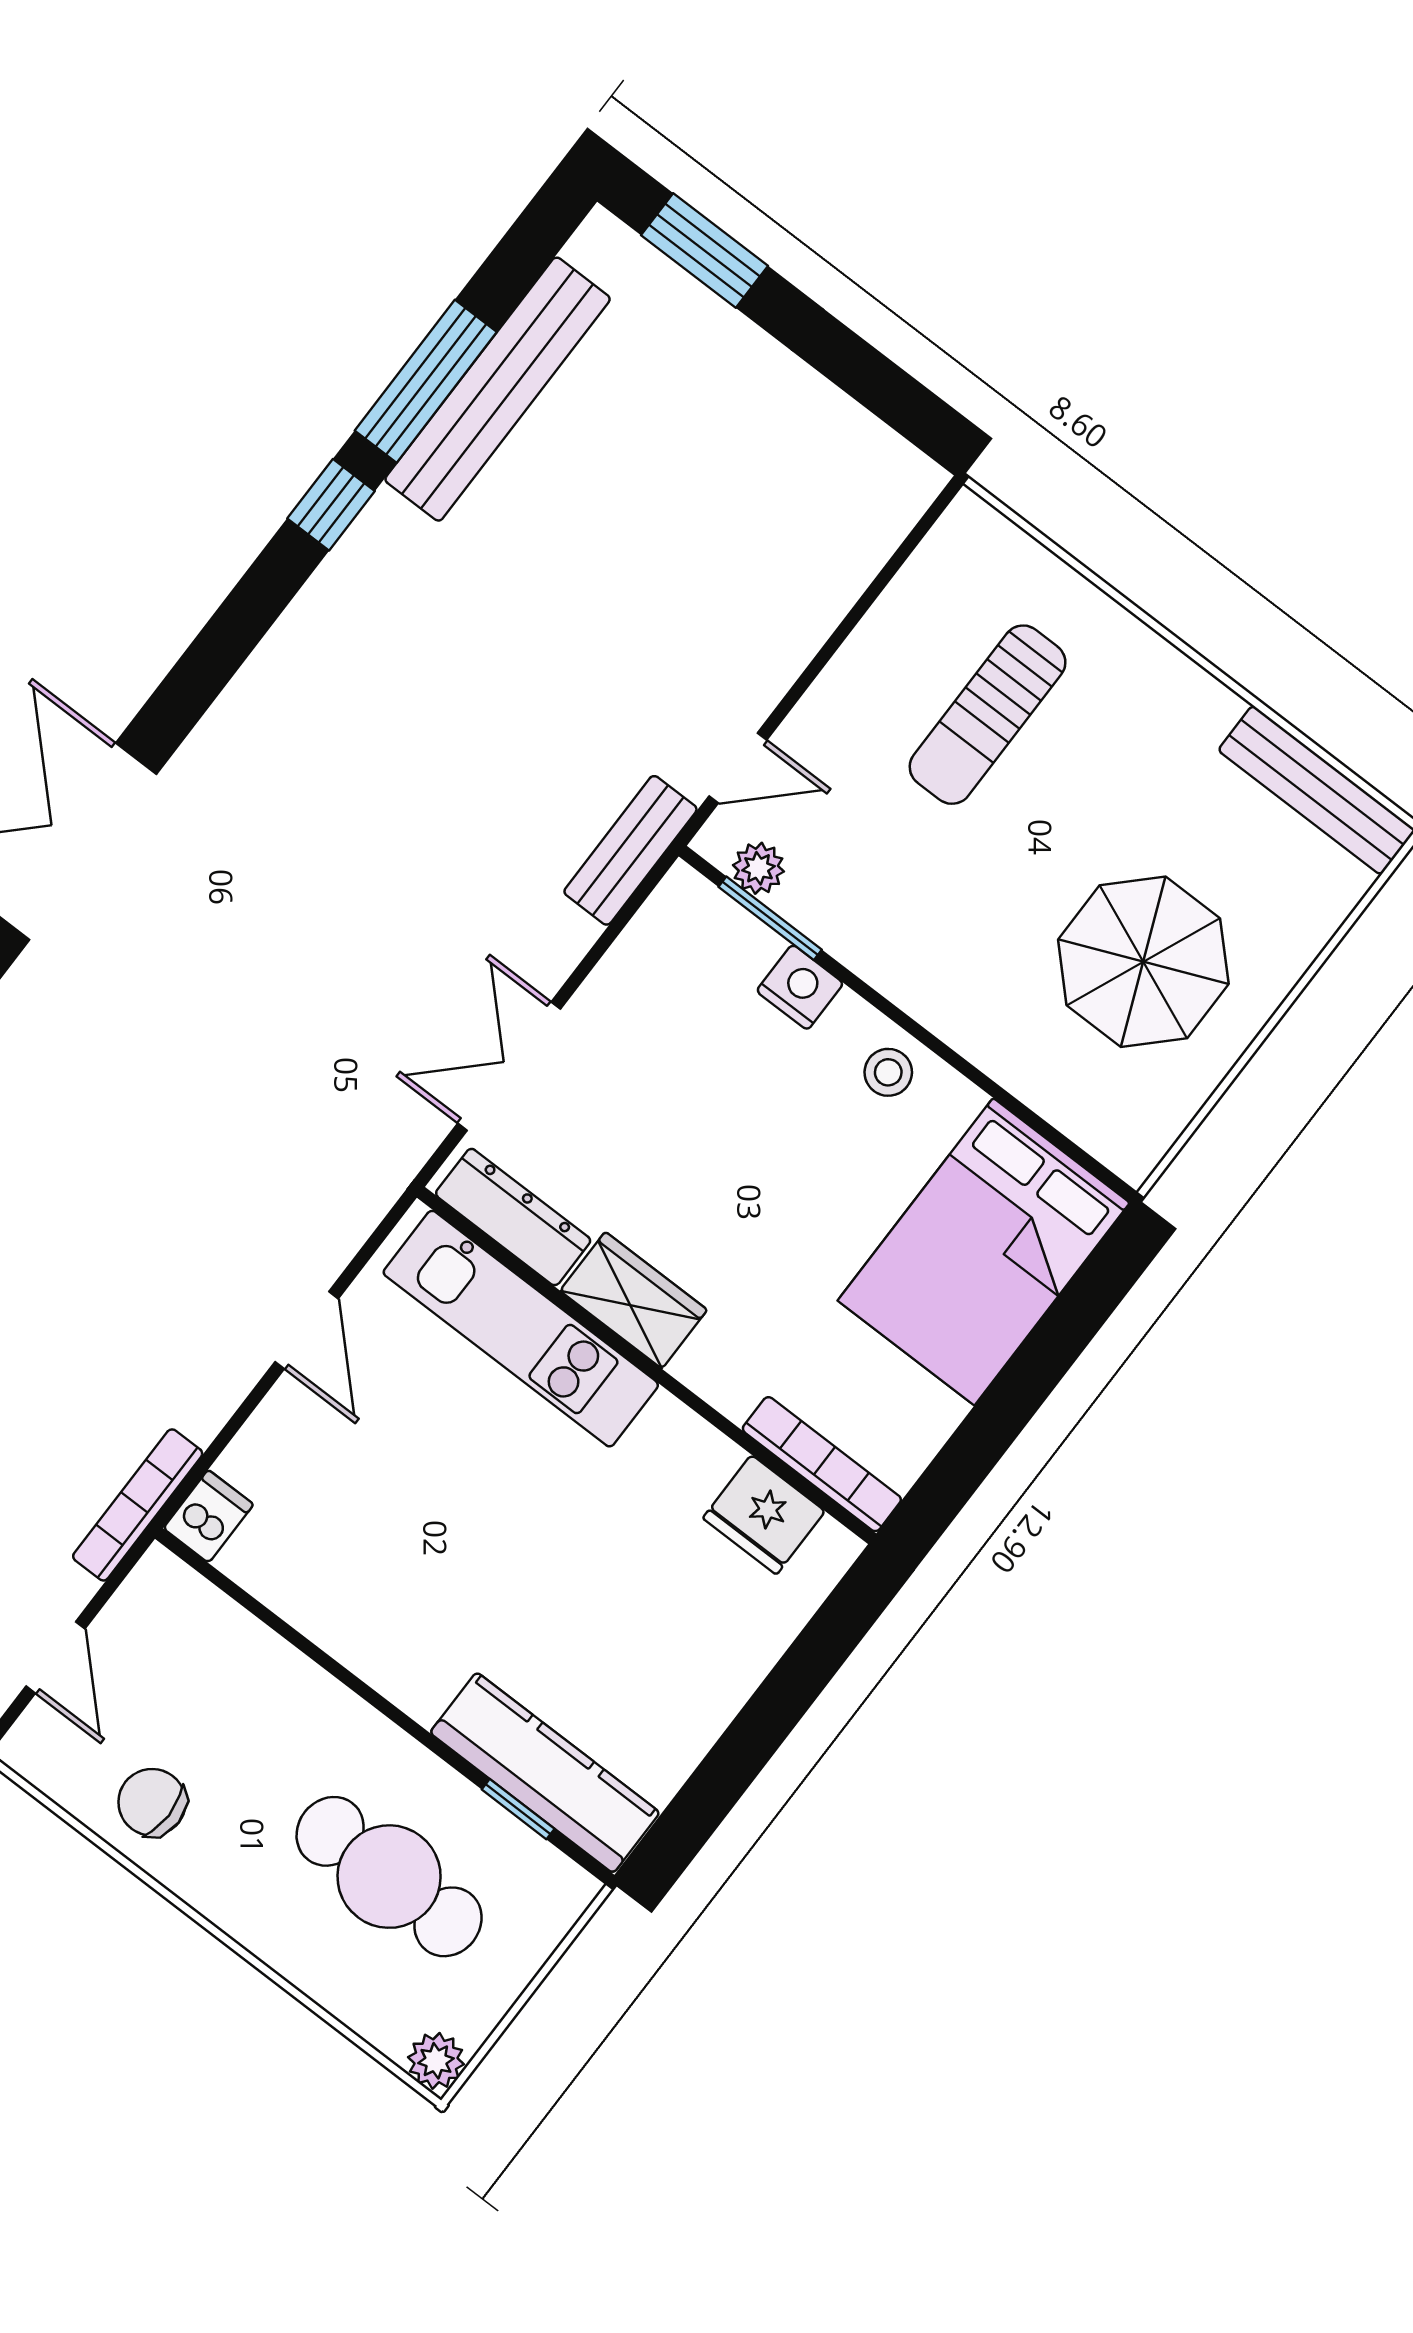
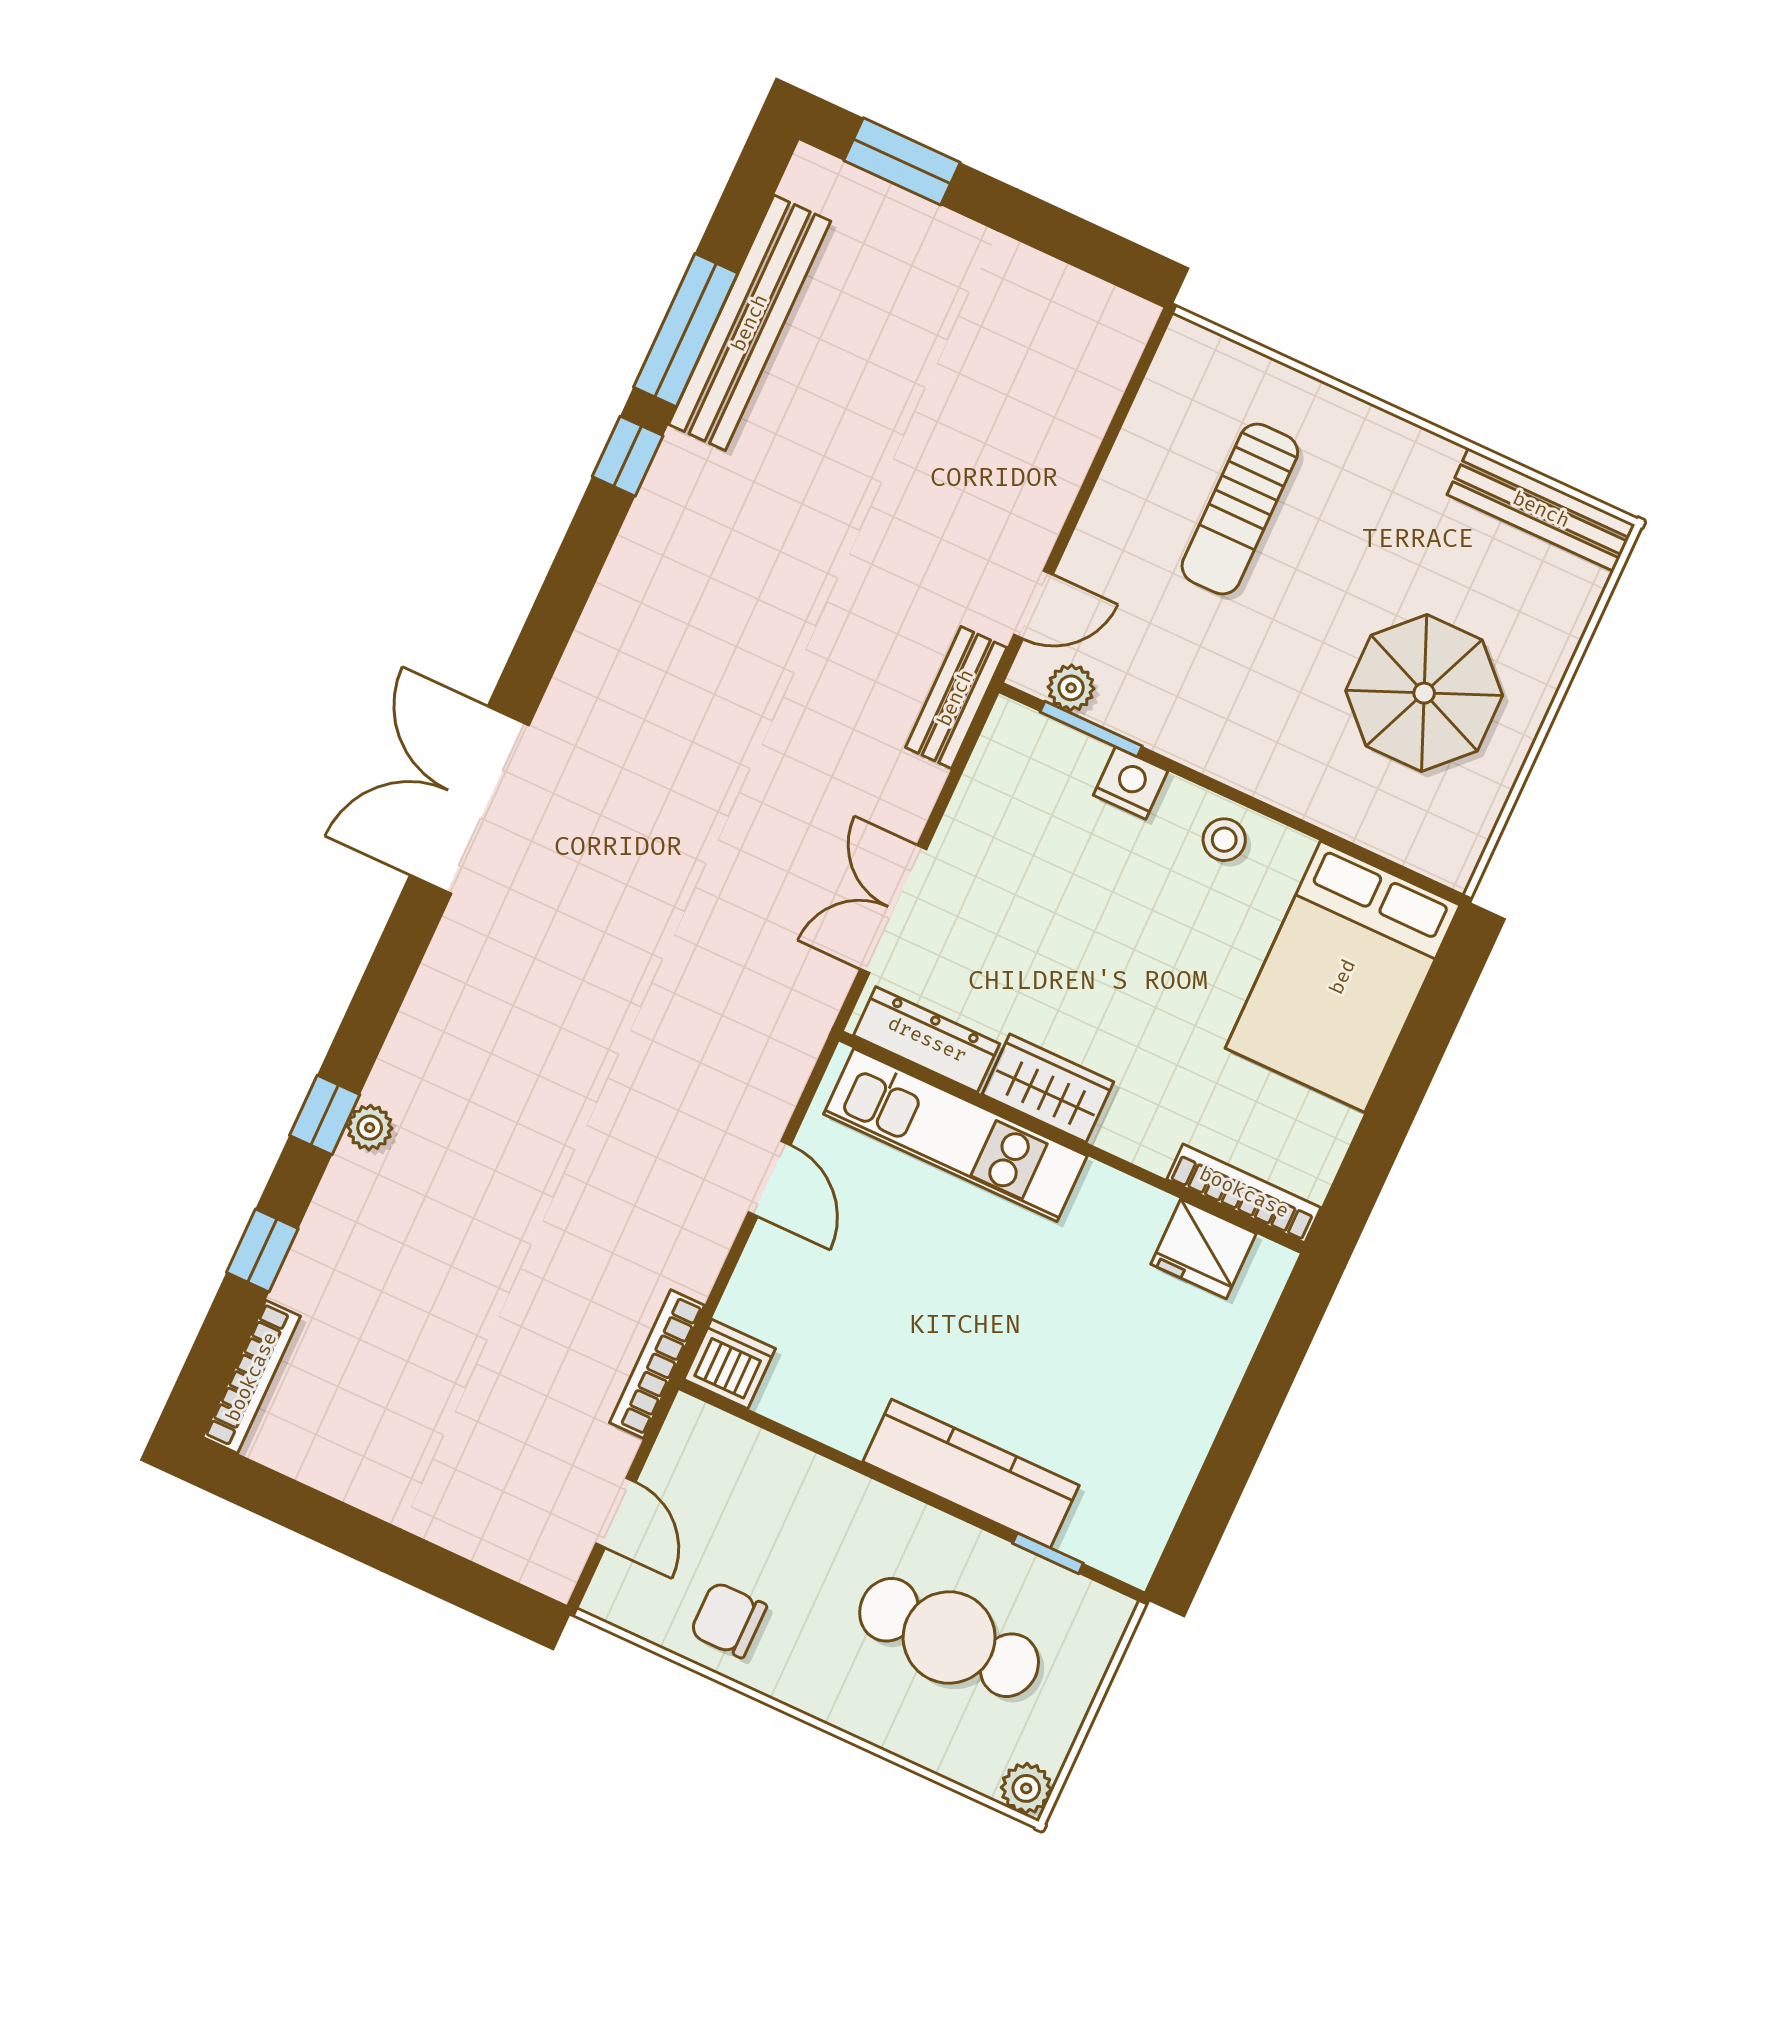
dishwasher: (208, 1516) -> (730, 1364), width x1.38
kitchen counter: (545, 1773) -> (971, 1474), moved

